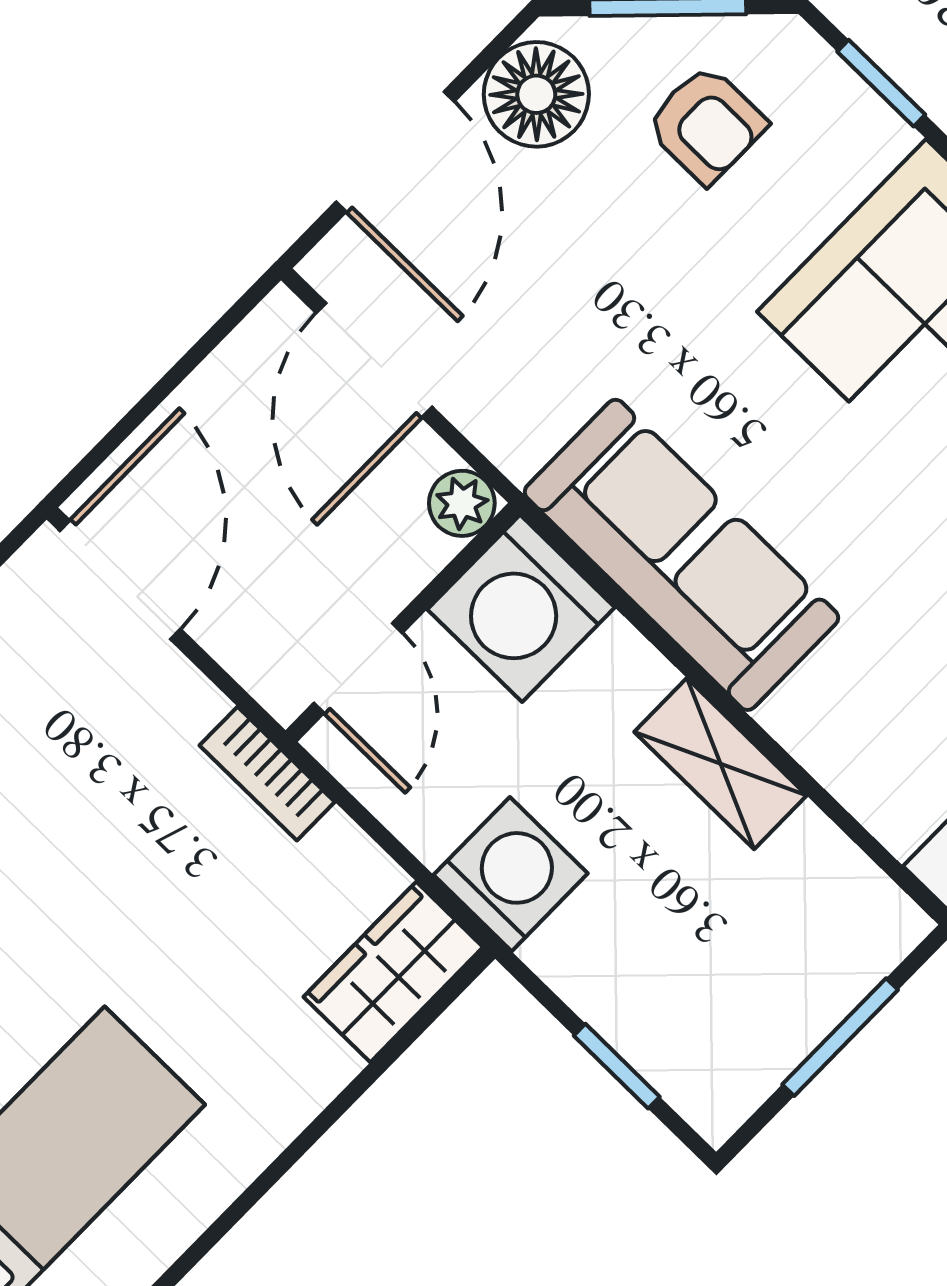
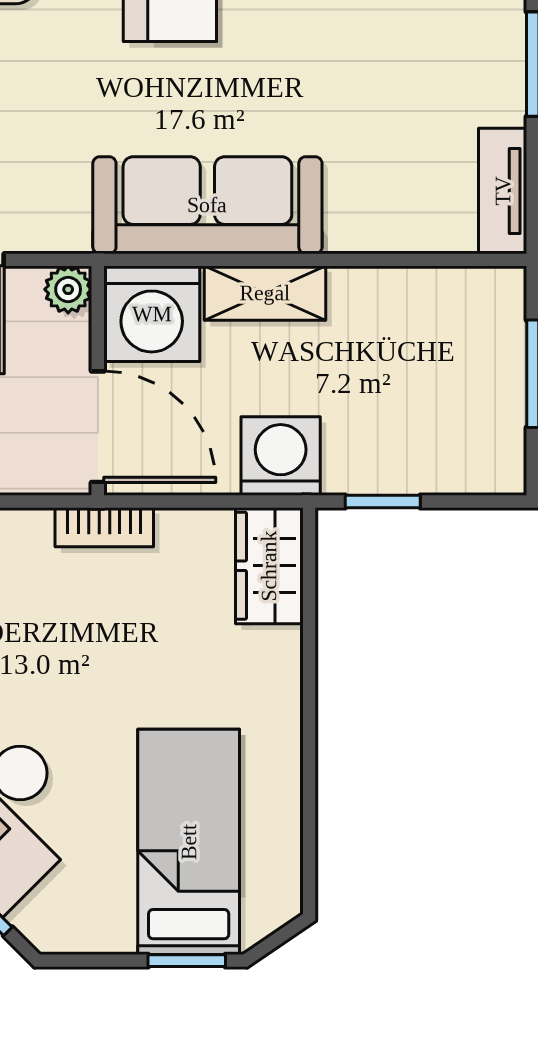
door: (358, 668) -> (98, 427), width x1.38
shelving: (720, 764) -> (265, 293), moved
window: (617, 1066) -> (383, 501), moved

